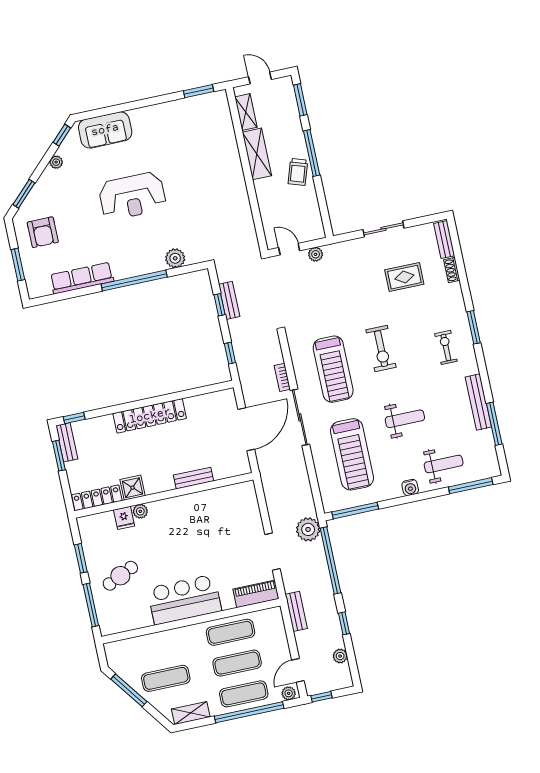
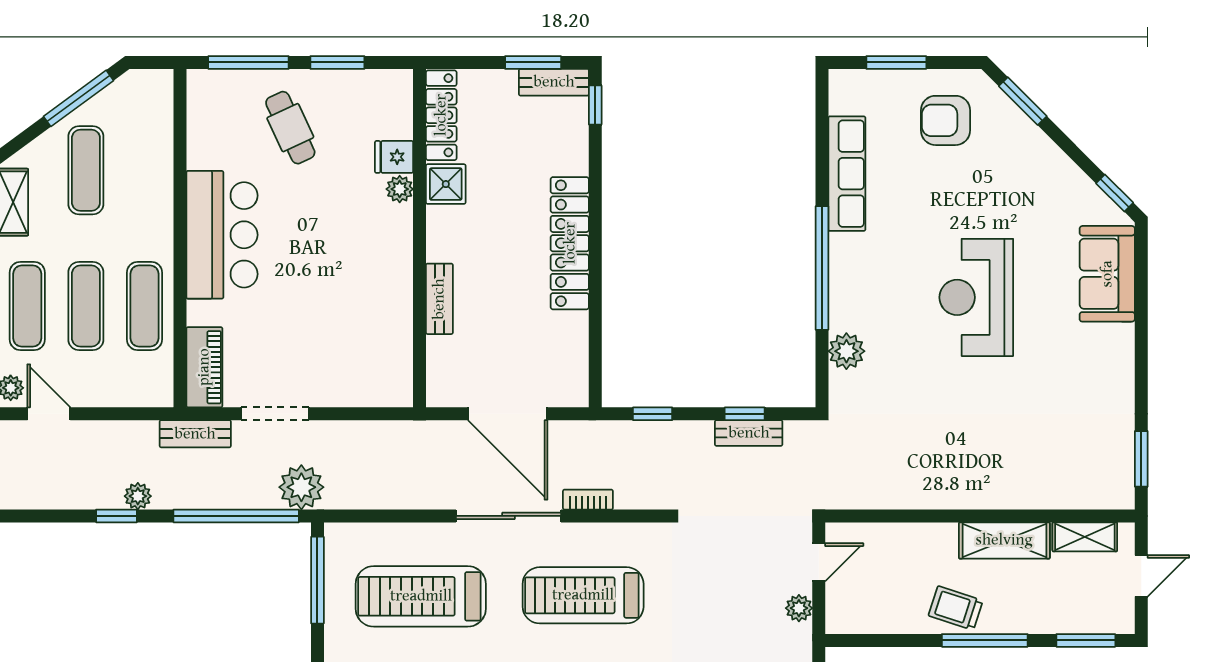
plant: (56, 162) -> (1068, 172), removed
bench: (296, 611) -> (195, 434), moved
plant: (340, 656) -> (138, 496), moved

